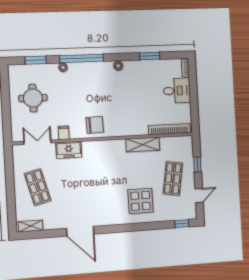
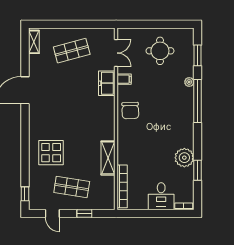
plant: (118, 66) -> (184, 158), moved, width x1.88, depth x1.88

